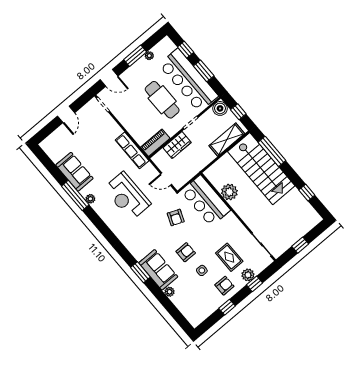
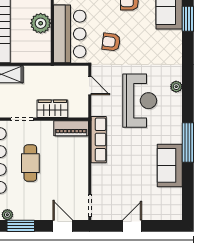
cafe table: (162, 100) -> (30, 163), width x0.73, depth x0.74
plant: (90, 199) -> (176, 87), moved
armchair: (176, 217) -> (111, 42), turned -105

